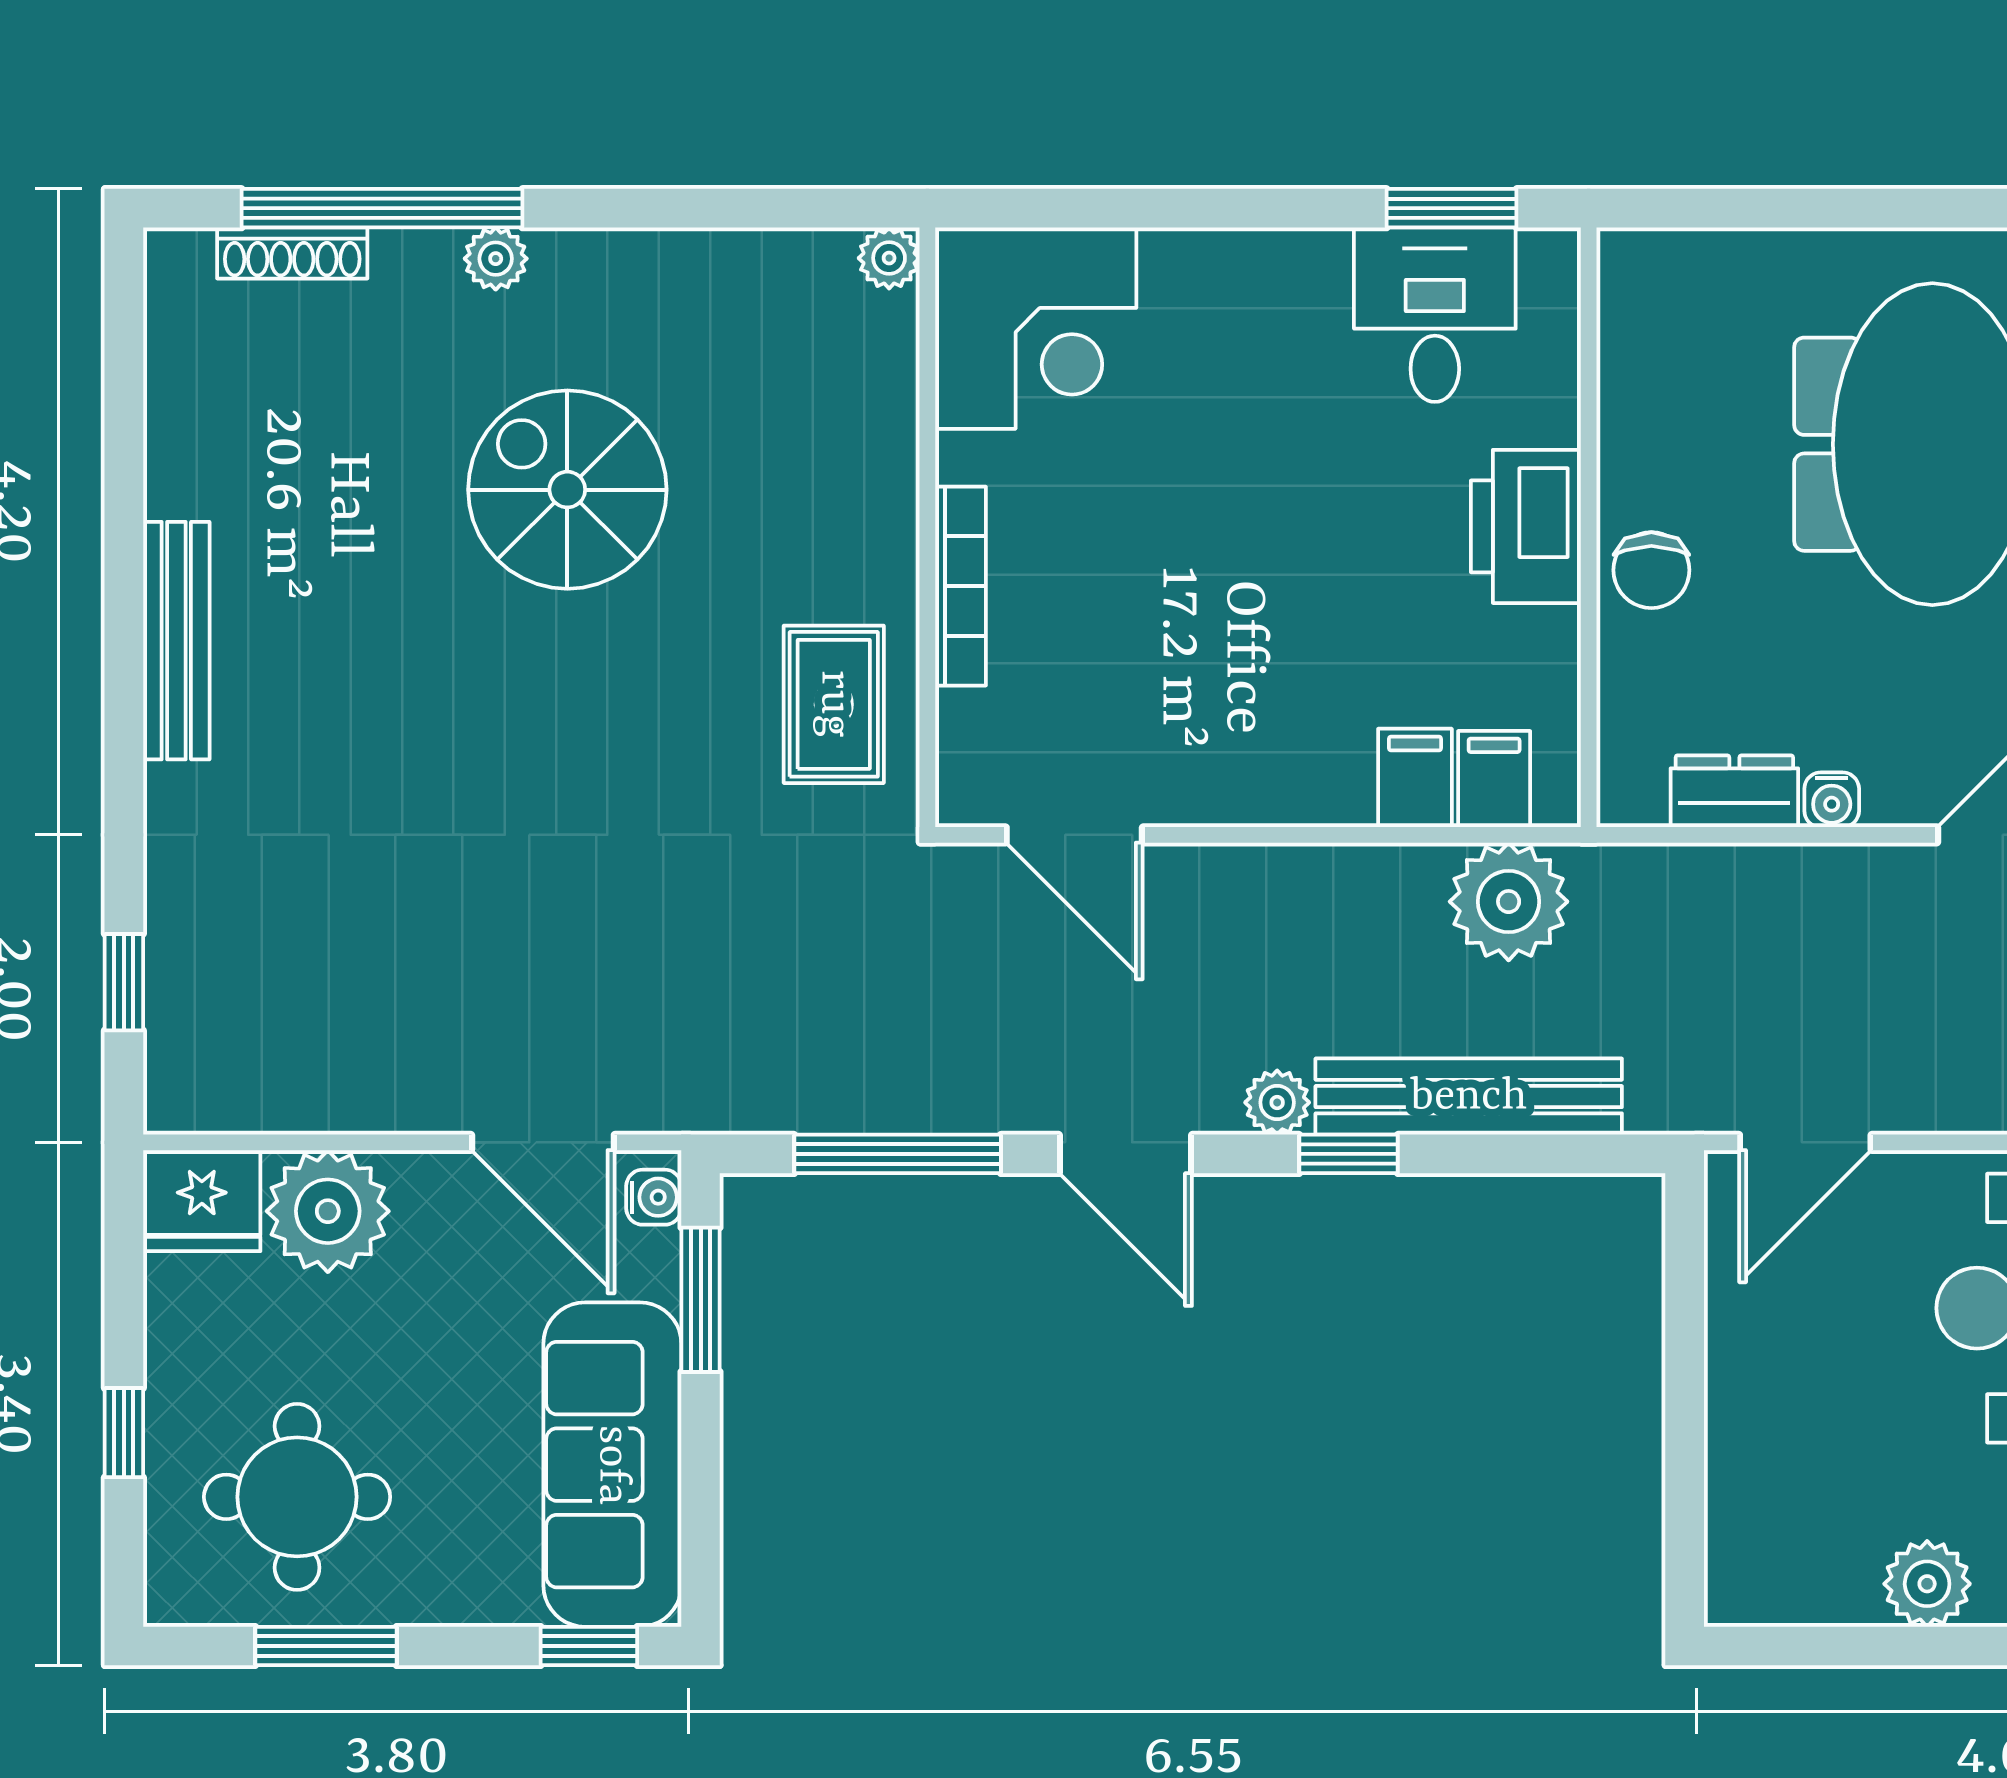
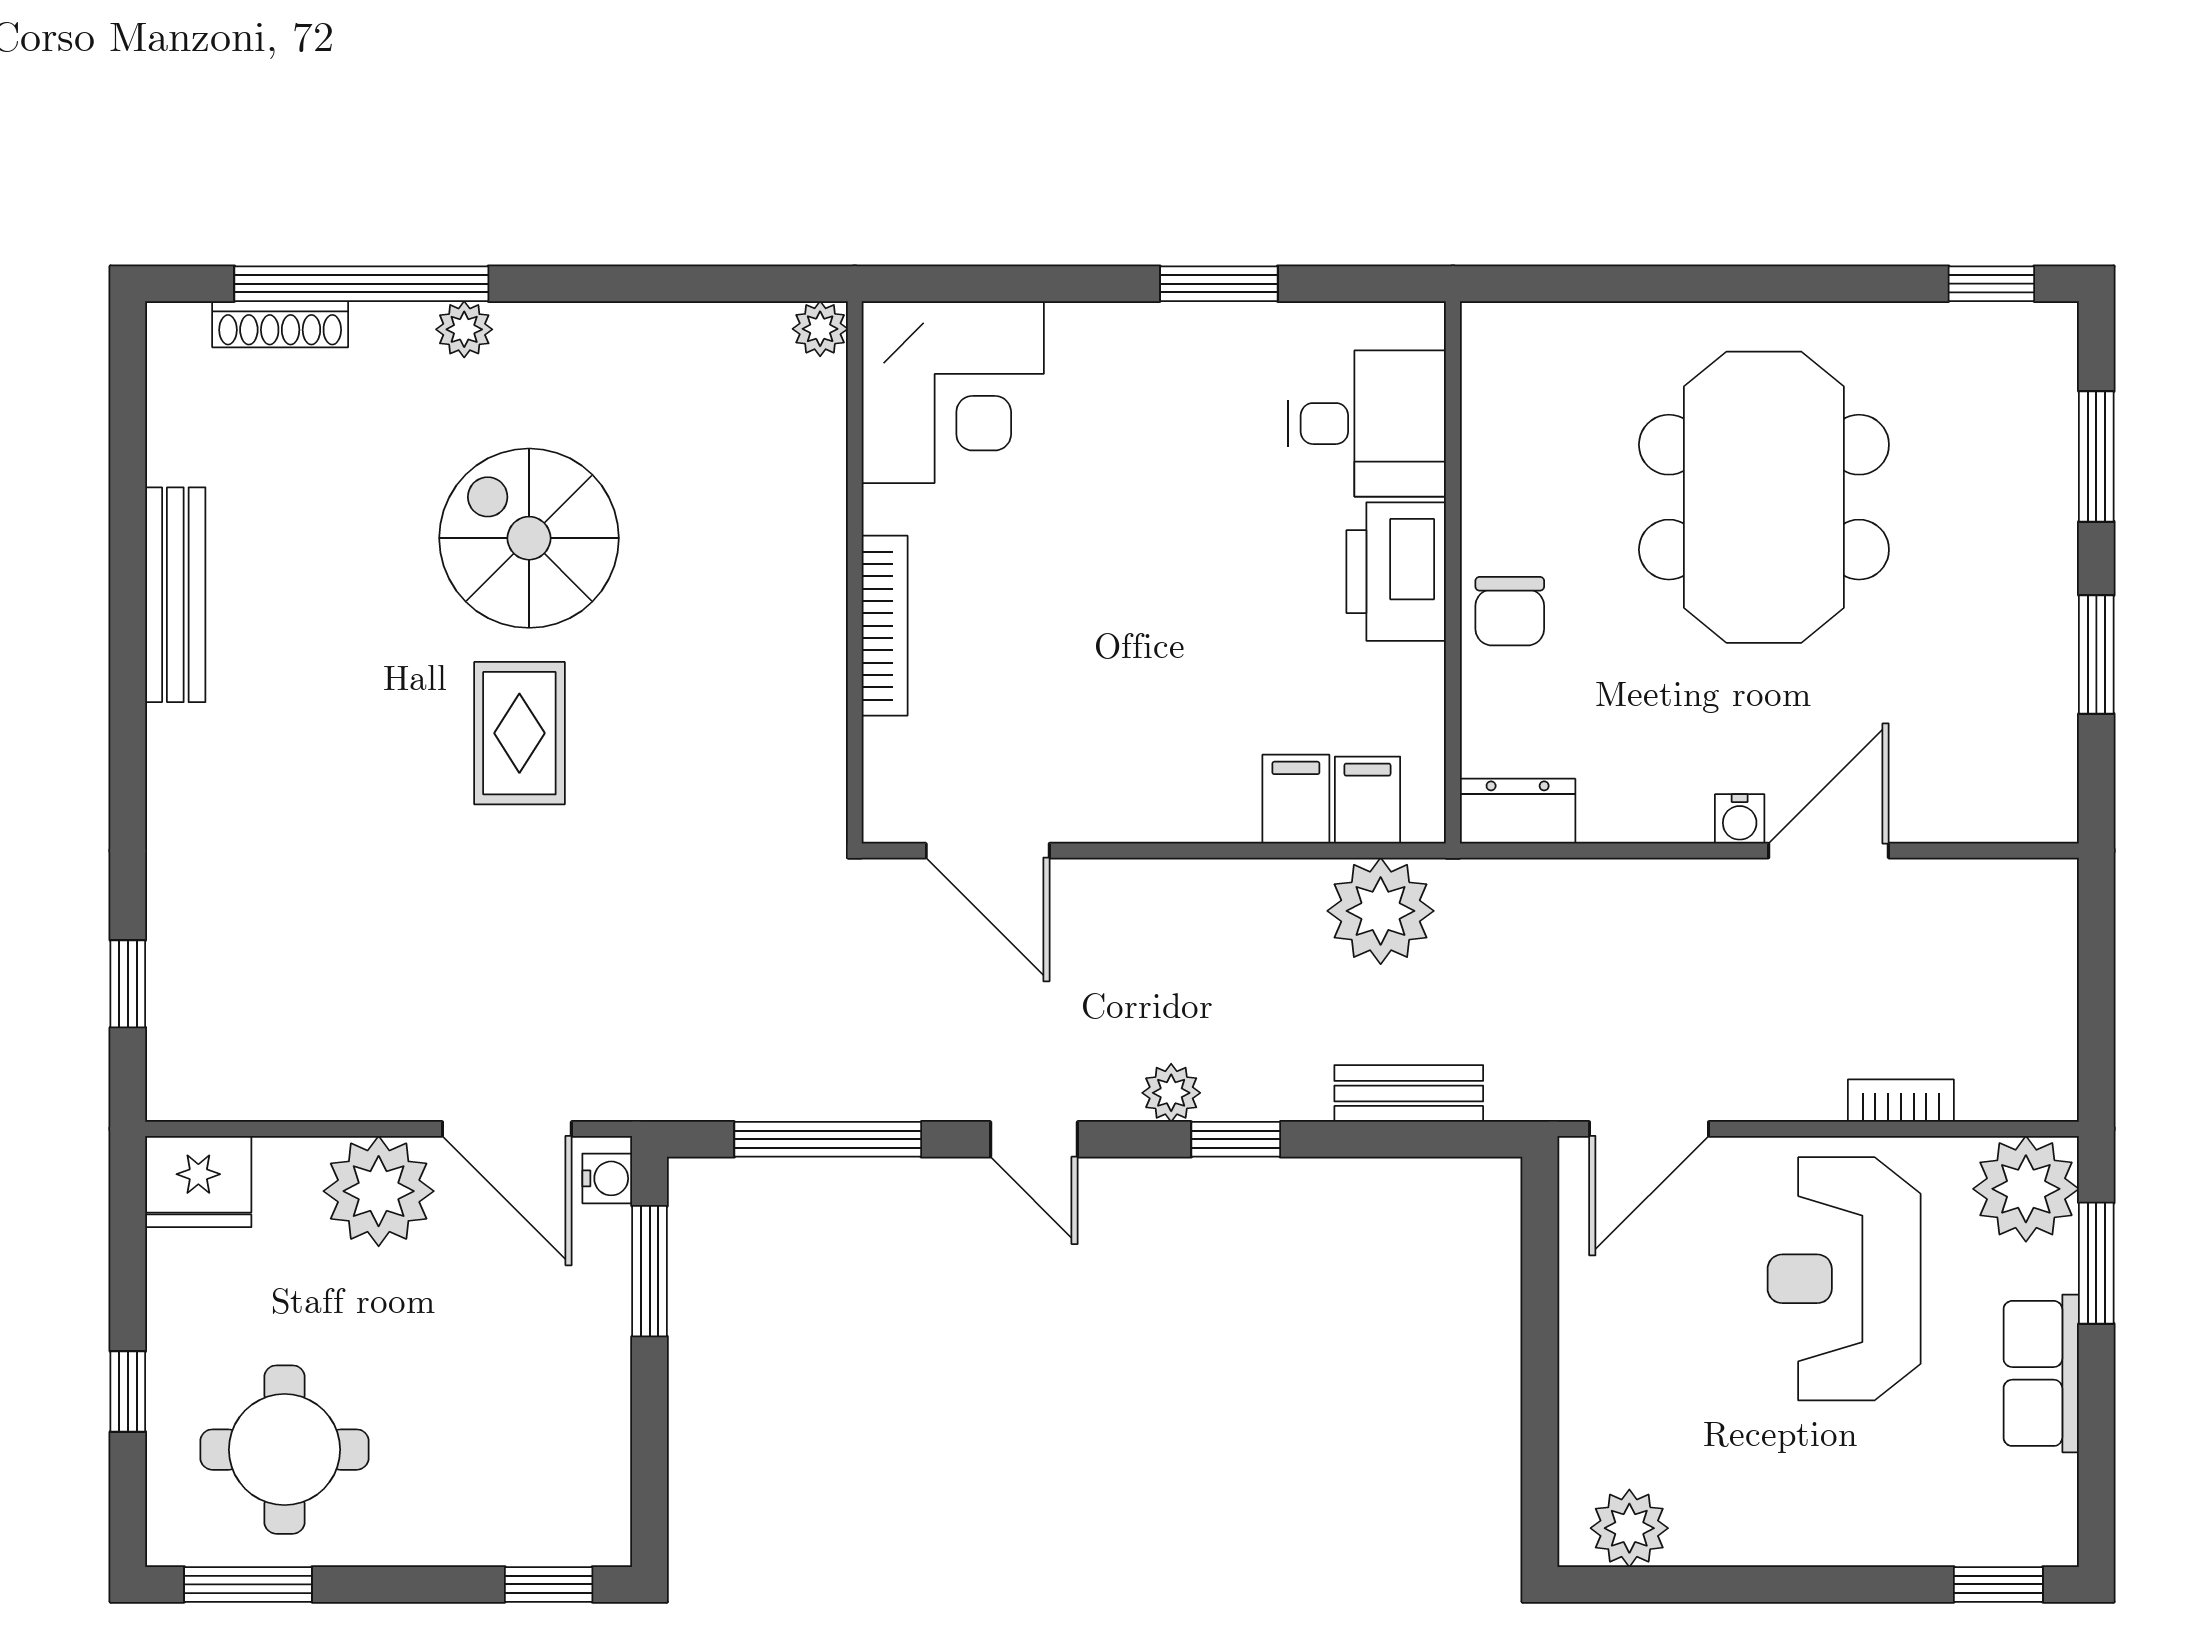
window: (1452, 208) -> (1219, 284), moved
desk: (1435, 315) -> (1367, 424), moved, turned 90
bench: (176, 641) -> (175, 595), moved
rug: (834, 704) -> (519, 733), moved
dresser: (1734, 791) -> (1518, 811), moved
water cooler: (1832, 800) -> (1740, 819), moved
bench: (1469, 1097) -> (1409, 1093), width x0.54, depth x0.82
door: (1126, 1154) -> (1034, 1139), width x0.73
plant: (328, 1211) -> (379, 1191), moved
sofa: (612, 1465) -> (570, 1420), removed
plant: (1927, 1584) -> (1629, 1528), moved
window: (326, 1646) -> (248, 1584), moved

